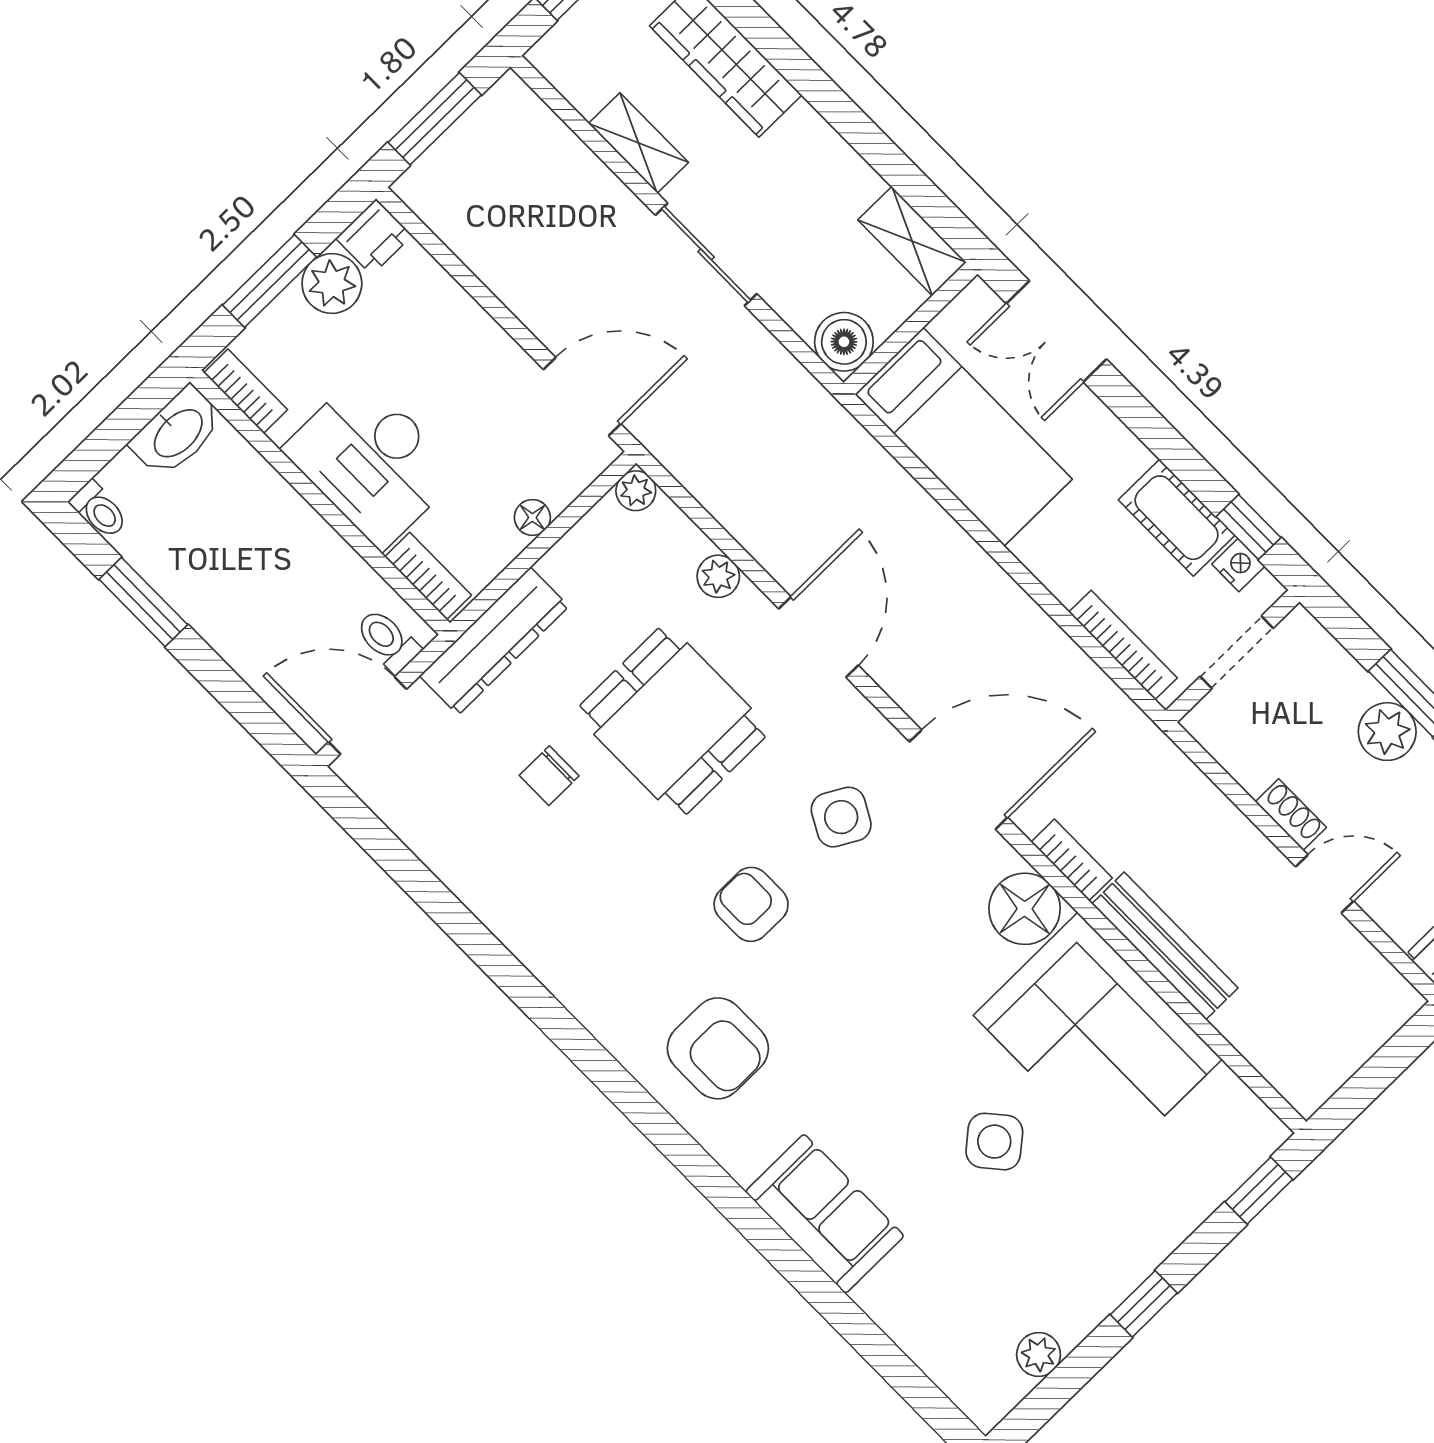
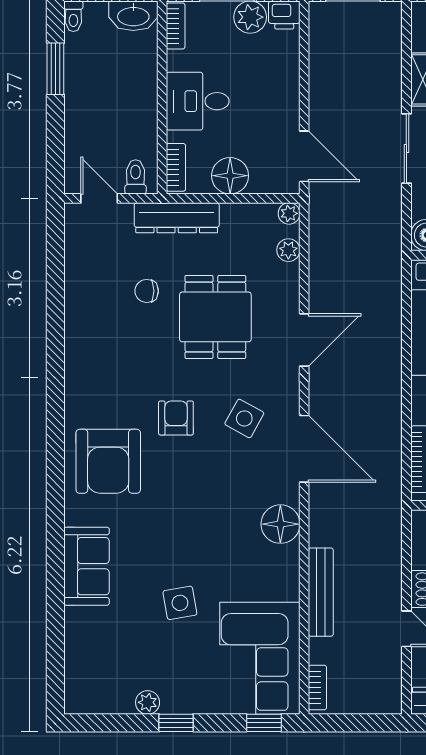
desk: (371, 461) -> (198, 101), width x0.73
floor lamp: (532, 517) -> (230, 176), width x1.89, depth x1.89
plant: (718, 576) -> (288, 250), moved
door: (368, 716) -> (99, 198), width x0.73
bookcase: (1072, 860) -> (317, 688), moved
corner sofa: (1098, 1037) -> (260, 658), moved
armchair: (718, 1048) -> (108, 461), width x1.36, depth x1.36
side table: (994, 1142) -> (180, 603), turned 30
plant: (1039, 1354) -> (148, 702), moved

